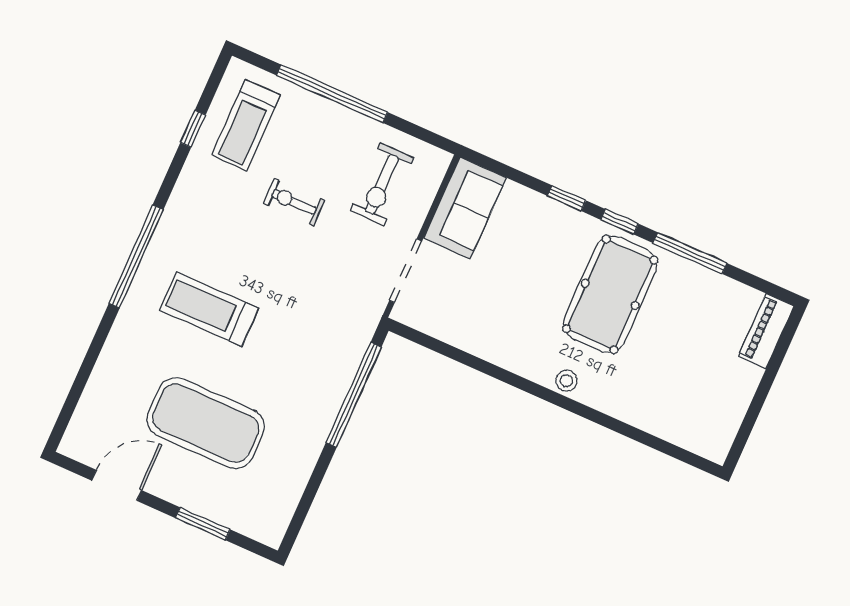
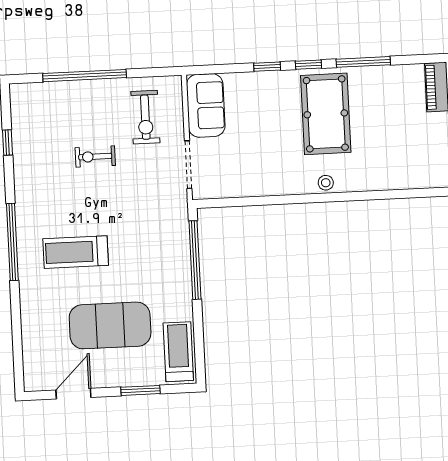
treadmill: (246, 125) -> (178, 352), moved, turned 180

